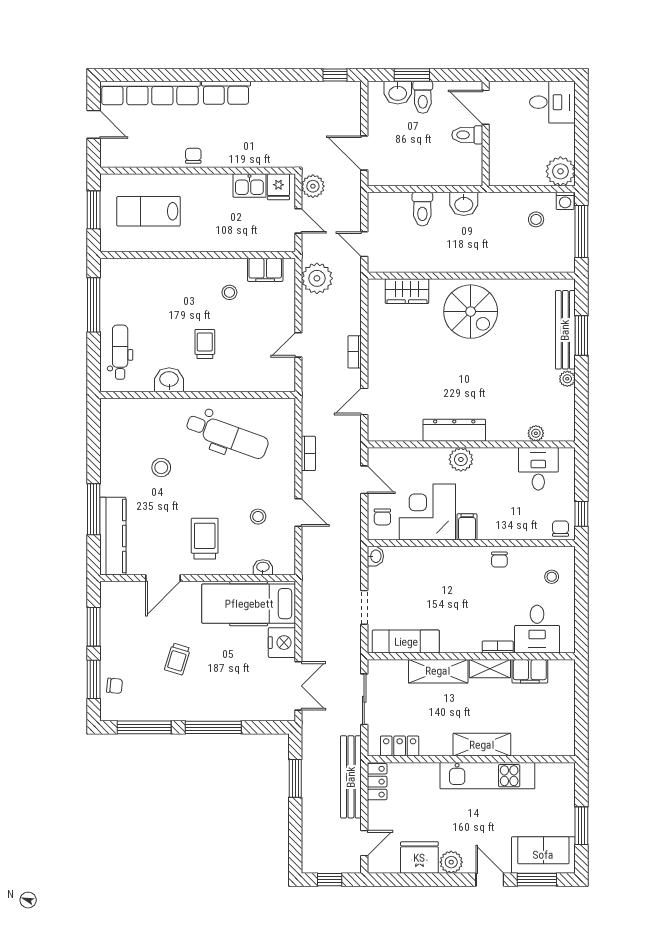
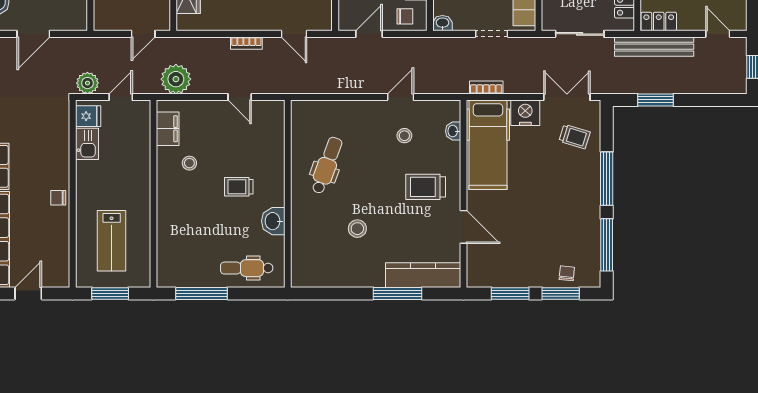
door: (364, 153) -> (33, 34), moved
dental chair: (227, 436) -> (327, 165), width x0.73, depth x0.72
bookcase: (308, 453) -> (486, 87), moved
trolley: (177, 659) -> (575, 137), moved

